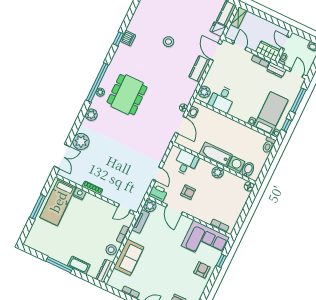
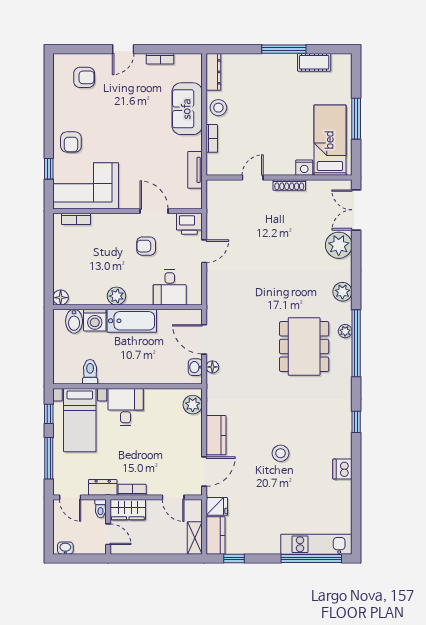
dishwasher: (128, 38) -> (342, 469), moved
door: (216, 52) -> (204, 472), hinge flipped
desk: (222, 99) -> (126, 407), moved
toilet: (268, 145) -> (90, 372), moved
door: (157, 174) -> (204, 251), swing flipped
plant: (150, 206) -> (192, 199), removed
door: (124, 208) -> (253, 178), moved
cot: (79, 265) -> (314, 62), moved

